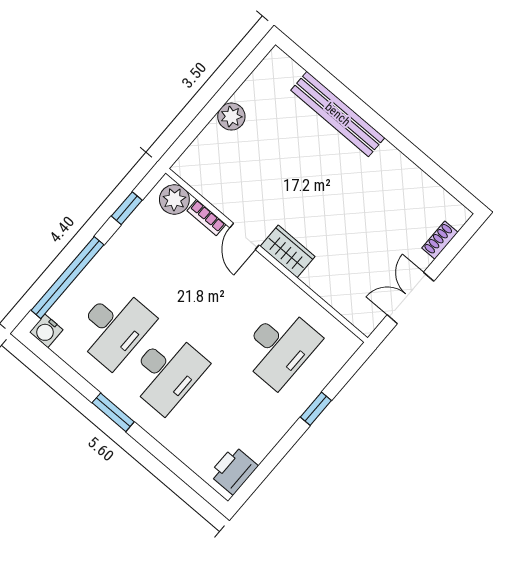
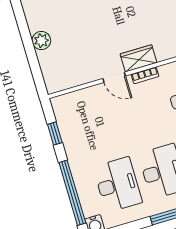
plant: (174, 199) -> (67, 103), removed
bookcase: (206, 217) -> (145, 75), moved

